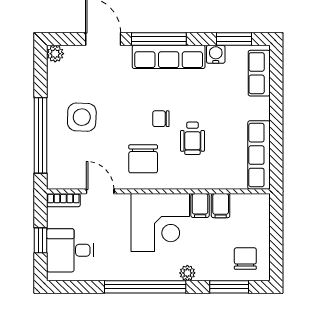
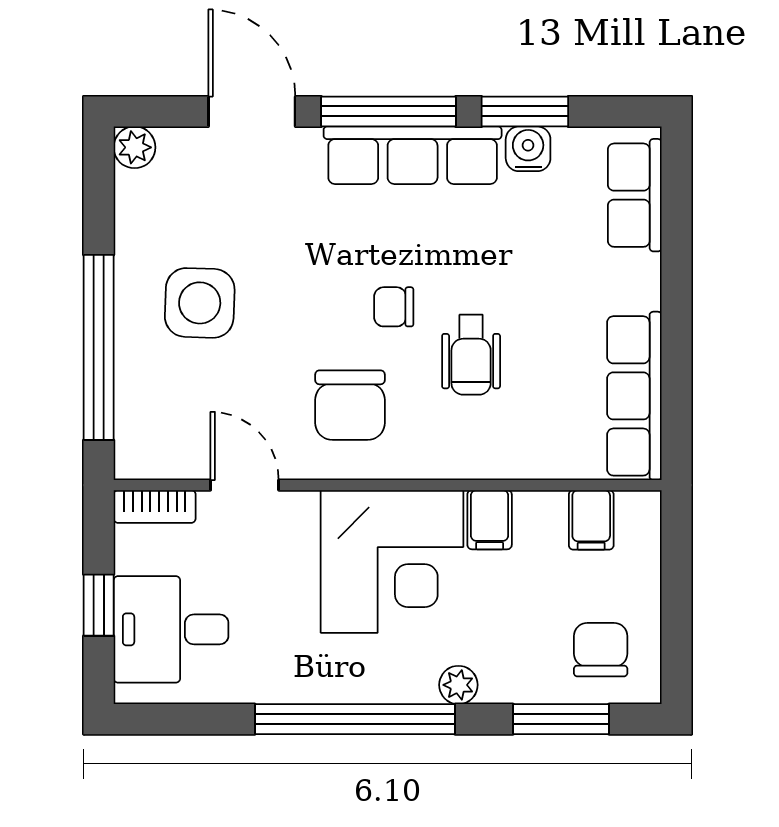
window: (234, 39) -> (525, 111), moved
filing cabinet: (221, 206) -> (591, 520), moved

